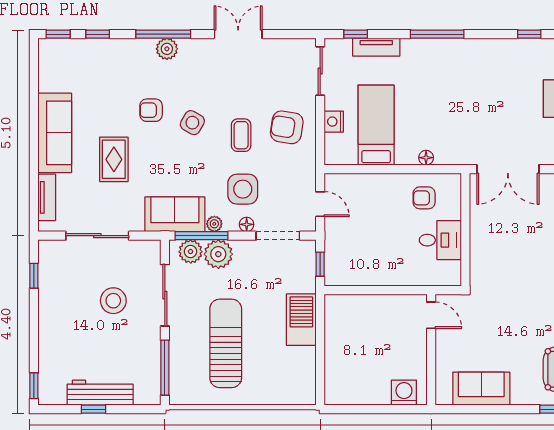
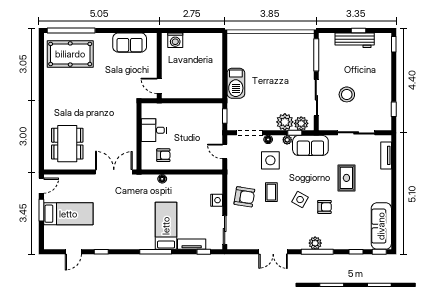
bed: (376, 125) -> (166, 226), moved, turned 180
sofa: (55, 133) -> (381, 226), moved
window: (201, 236) -> (295, 133), width x0.46
sun lounger: (226, 343) -> (280, 69), removed

